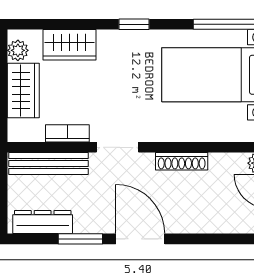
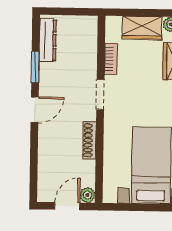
bench: (49, 164) -> (89, 45), removed
door: (140, 239) -> (35, 110), width x0.73

